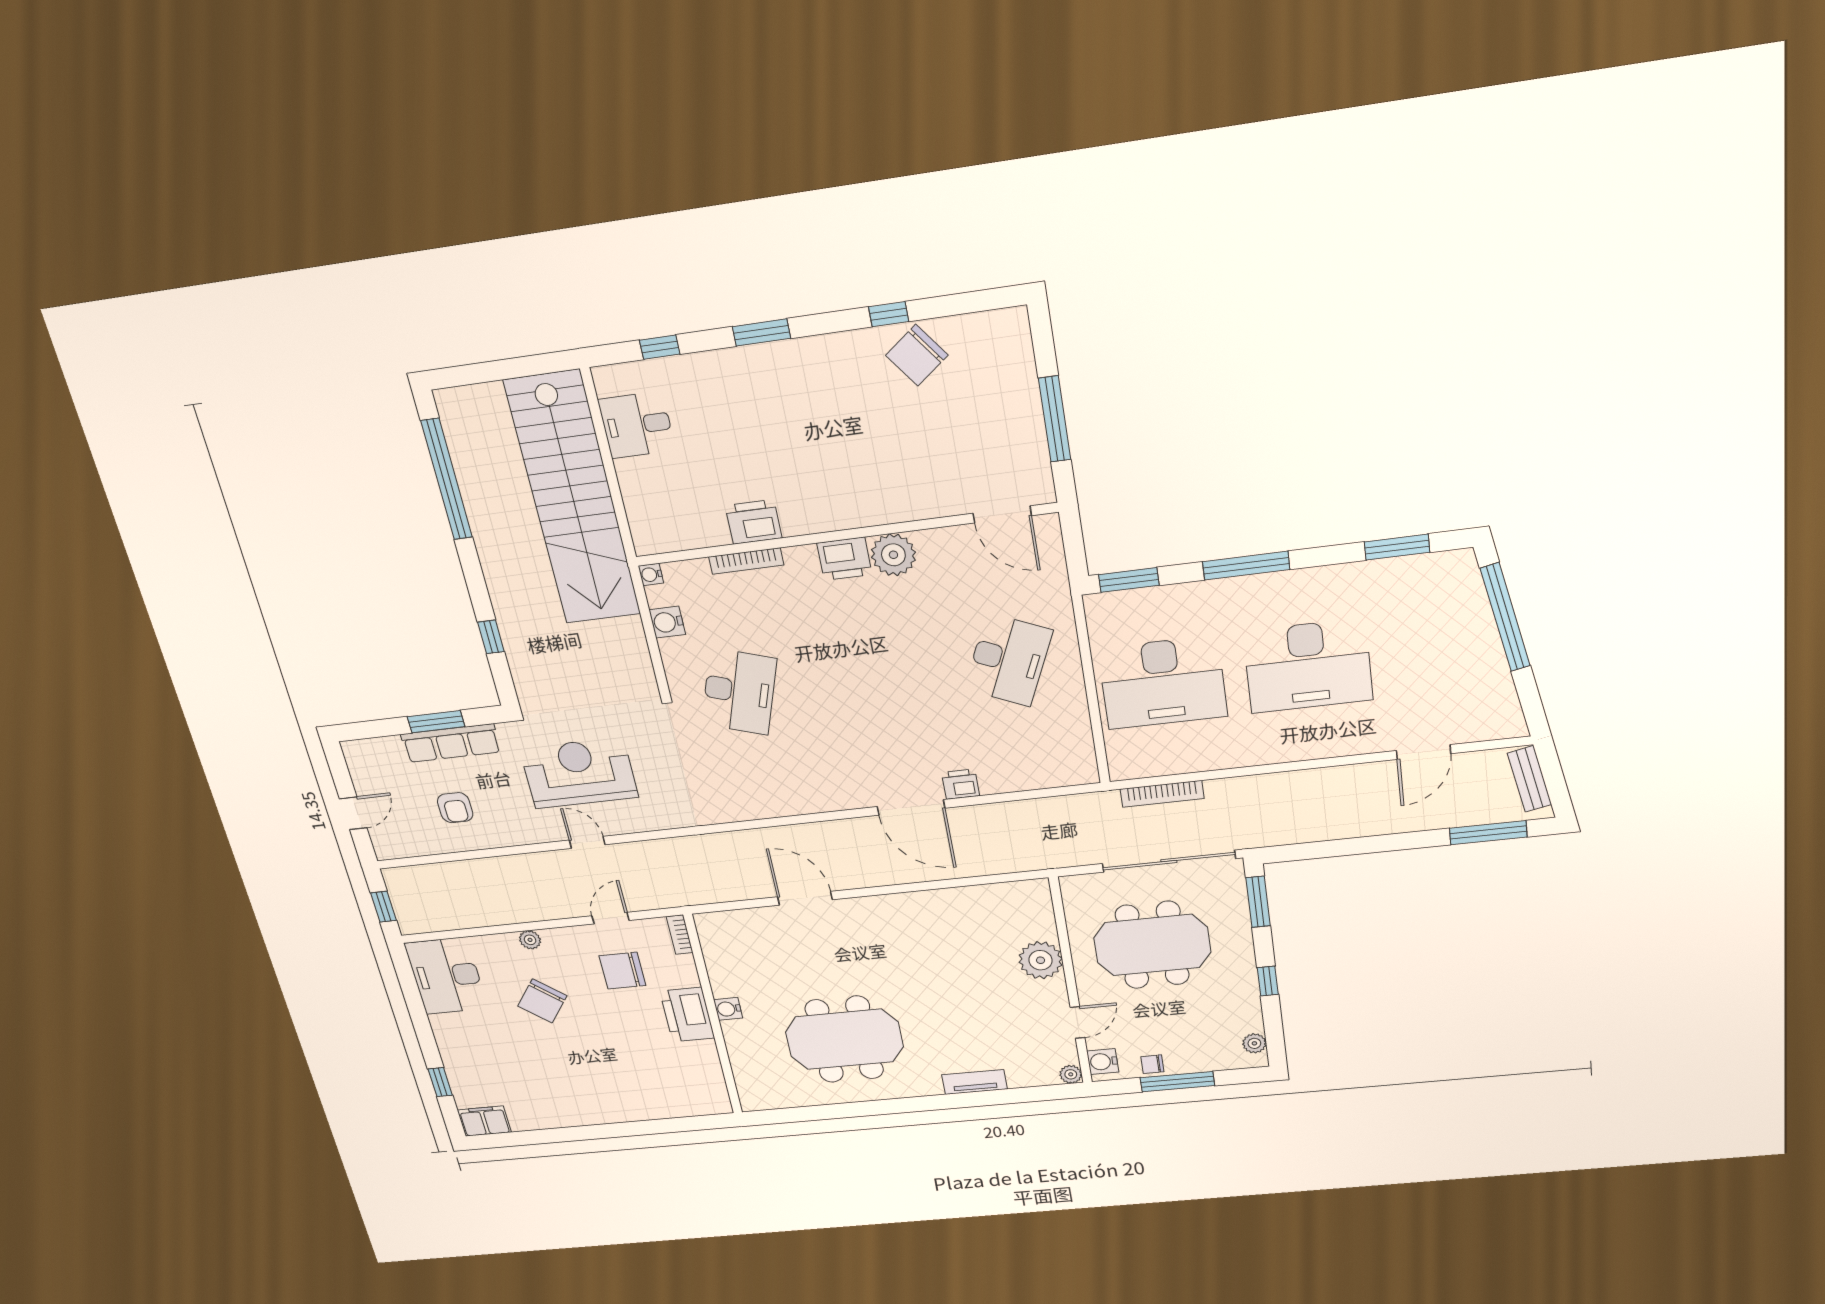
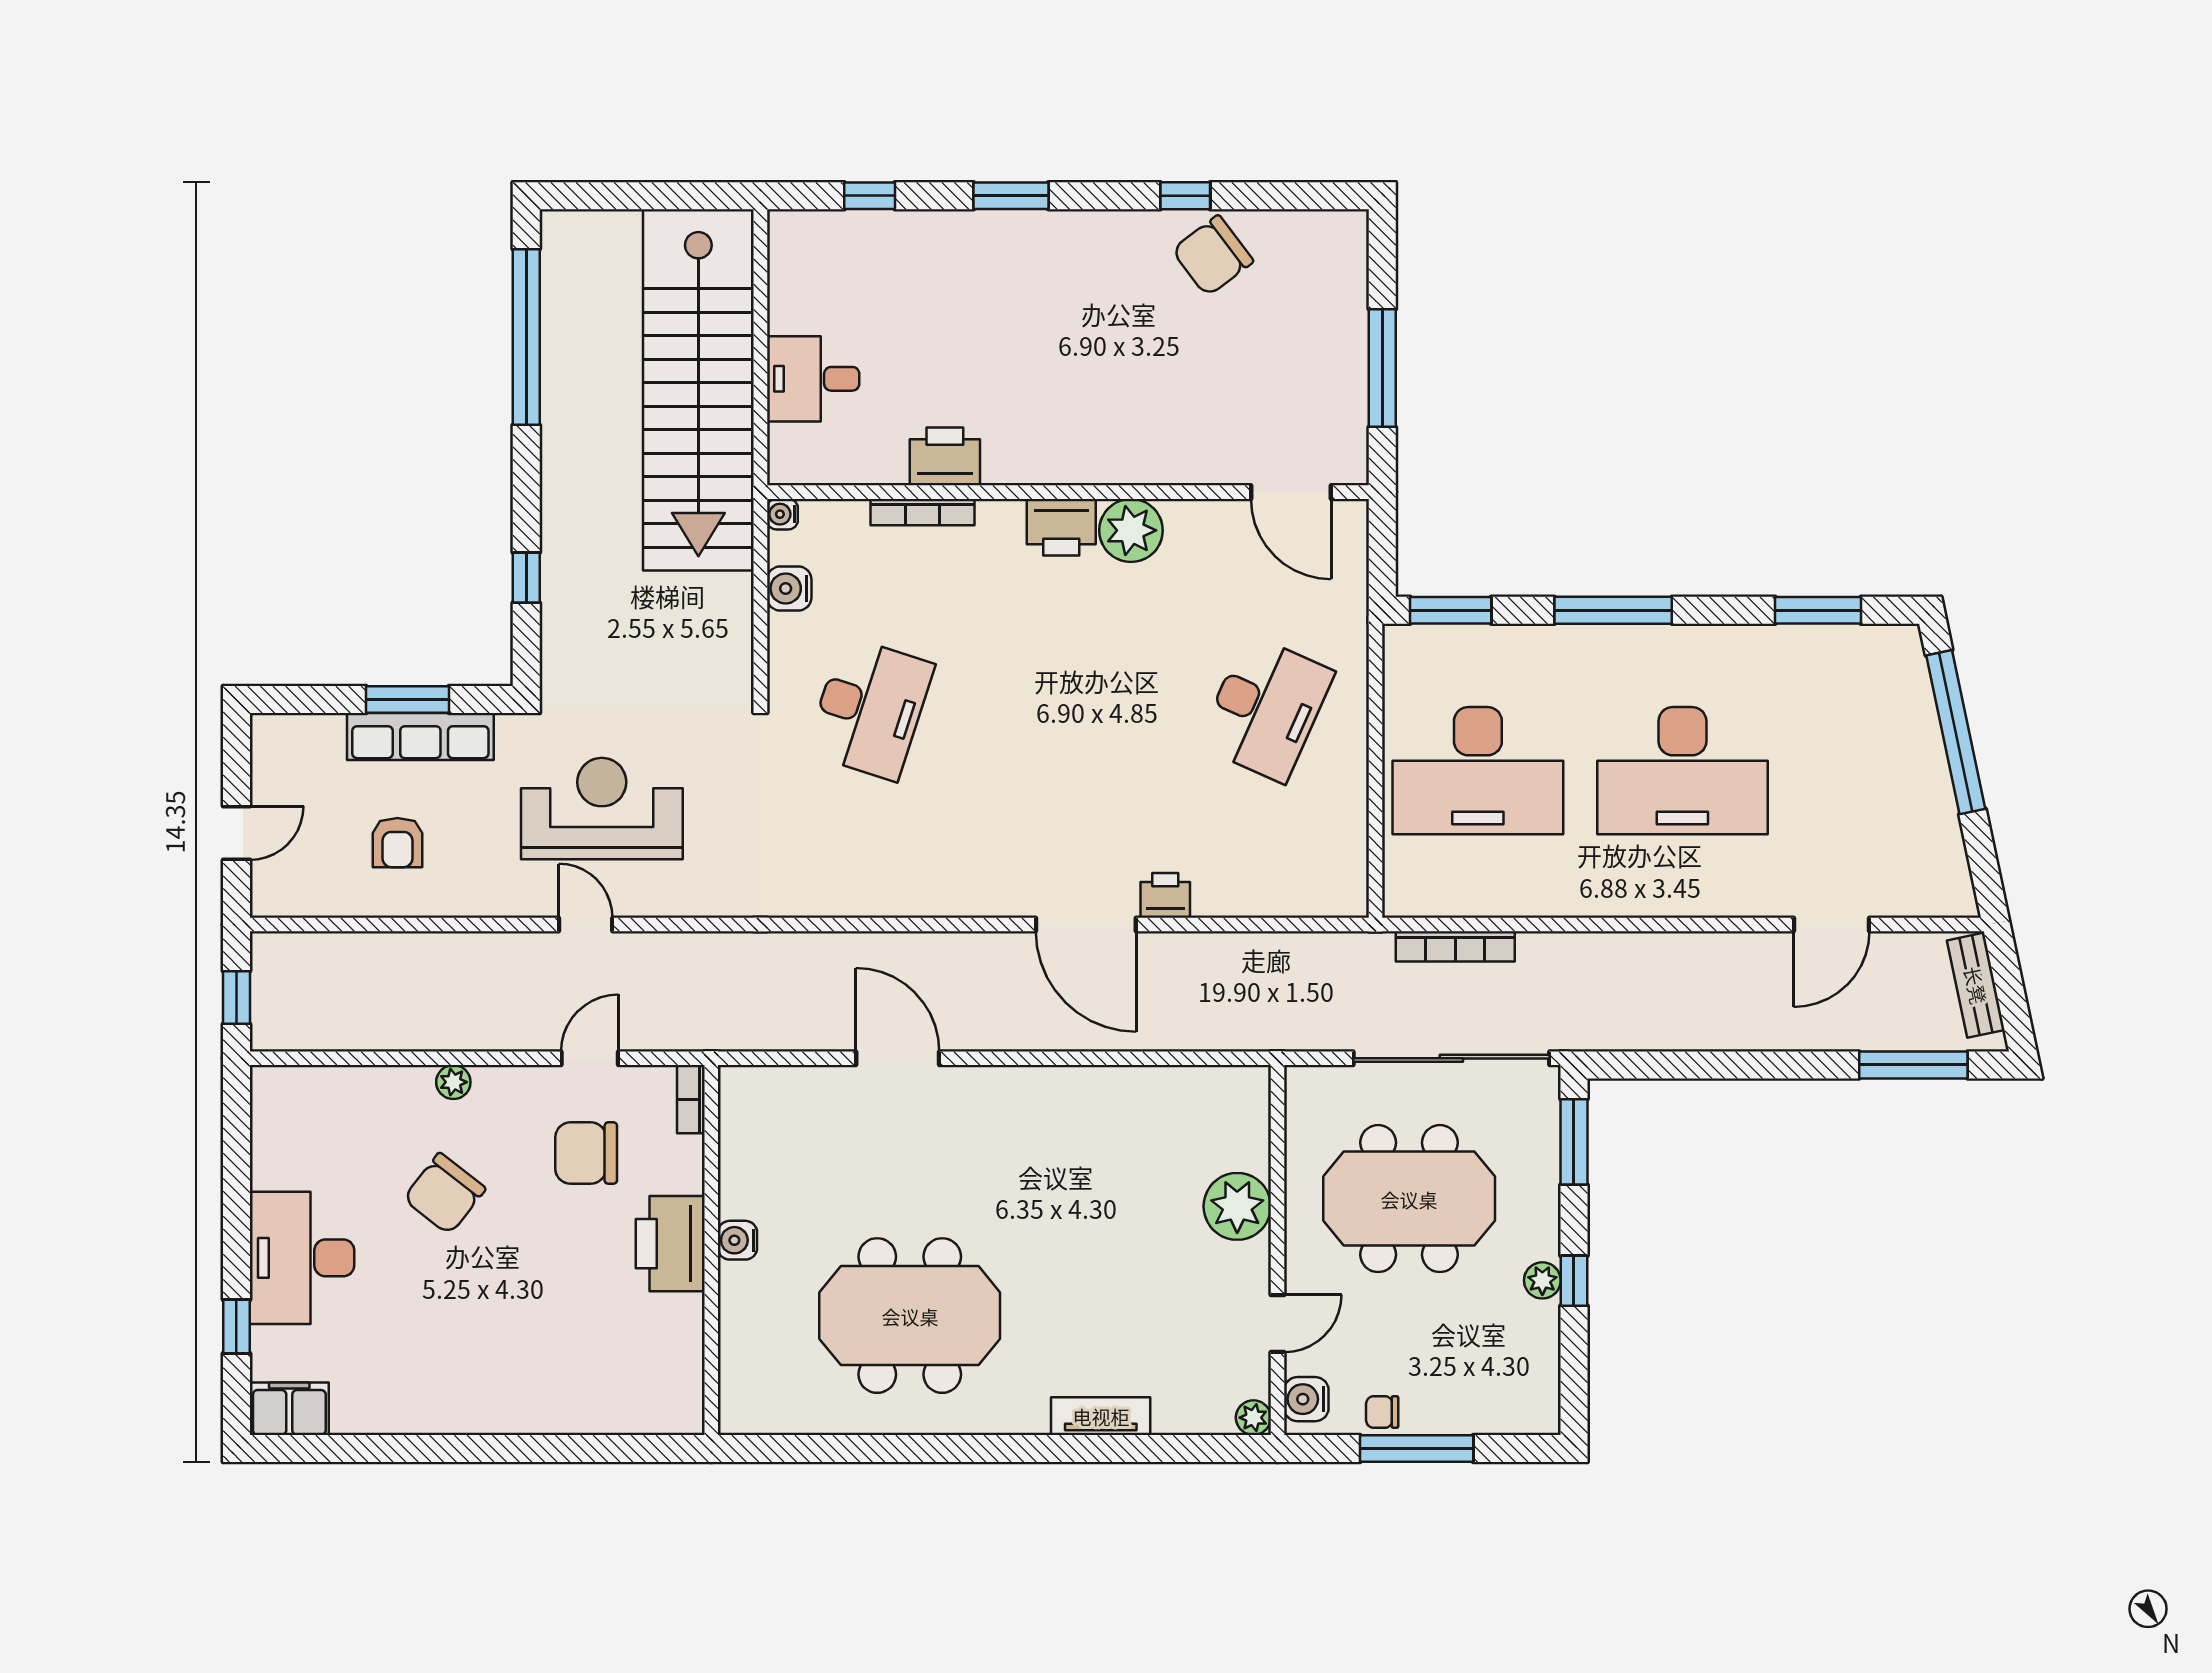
desk: (637, 425) -> (813, 379), moved
desk: (446, 976) -> (302, 1258), moved
plant: (1254, 1043) -> (1542, 1280), moved

